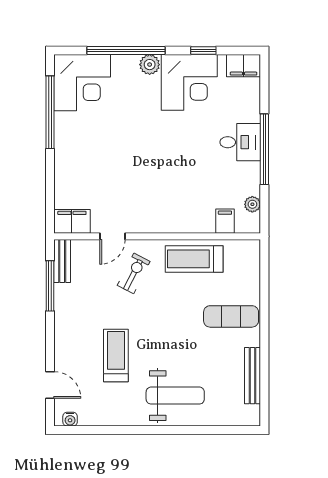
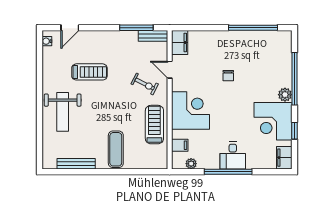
corner desk: (82, 83) -> (190, 111), moved, turned 180
chair: (121, 149) -> (228, 76), added

